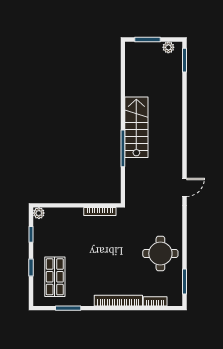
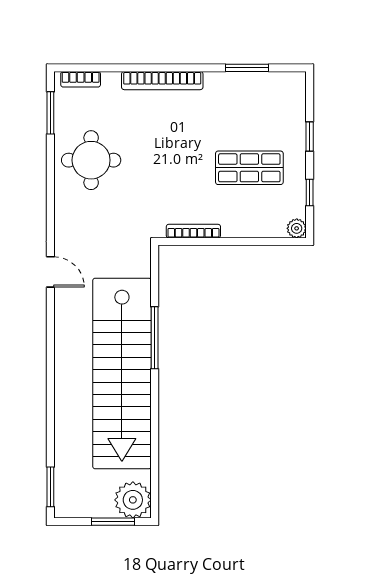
plant: (168, 47) -> (133, 500), moved, width x1.87, depth x1.87
stairs: (136, 127) -> (122, 374), width x1.86, depth x1.51
door: (185, 187) -> (50, 272), swing flipped
shop shelf: (55, 277) -> (249, 168), moved, turned 90
bookcase: (155, 301) -> (81, 79), moved

